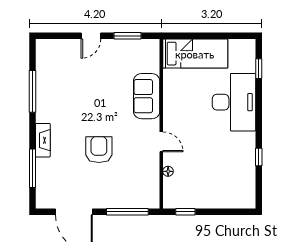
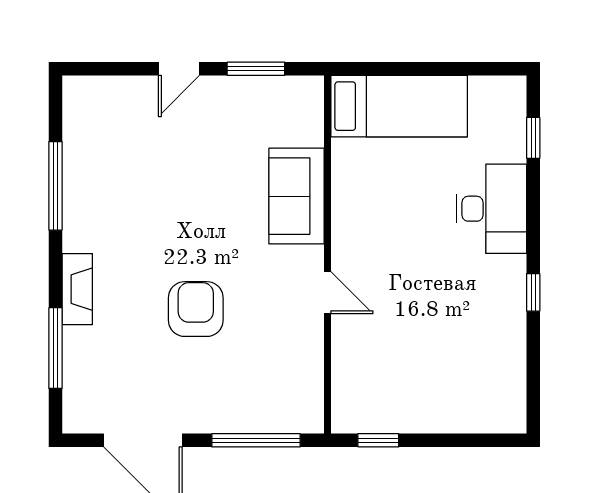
desk: (234, 102) -> (491, 209), width x0.73, depth x0.77
window: (259, 157) -> (533, 292), moved
floor lamp: (168, 171) -> (342, 355), removed

